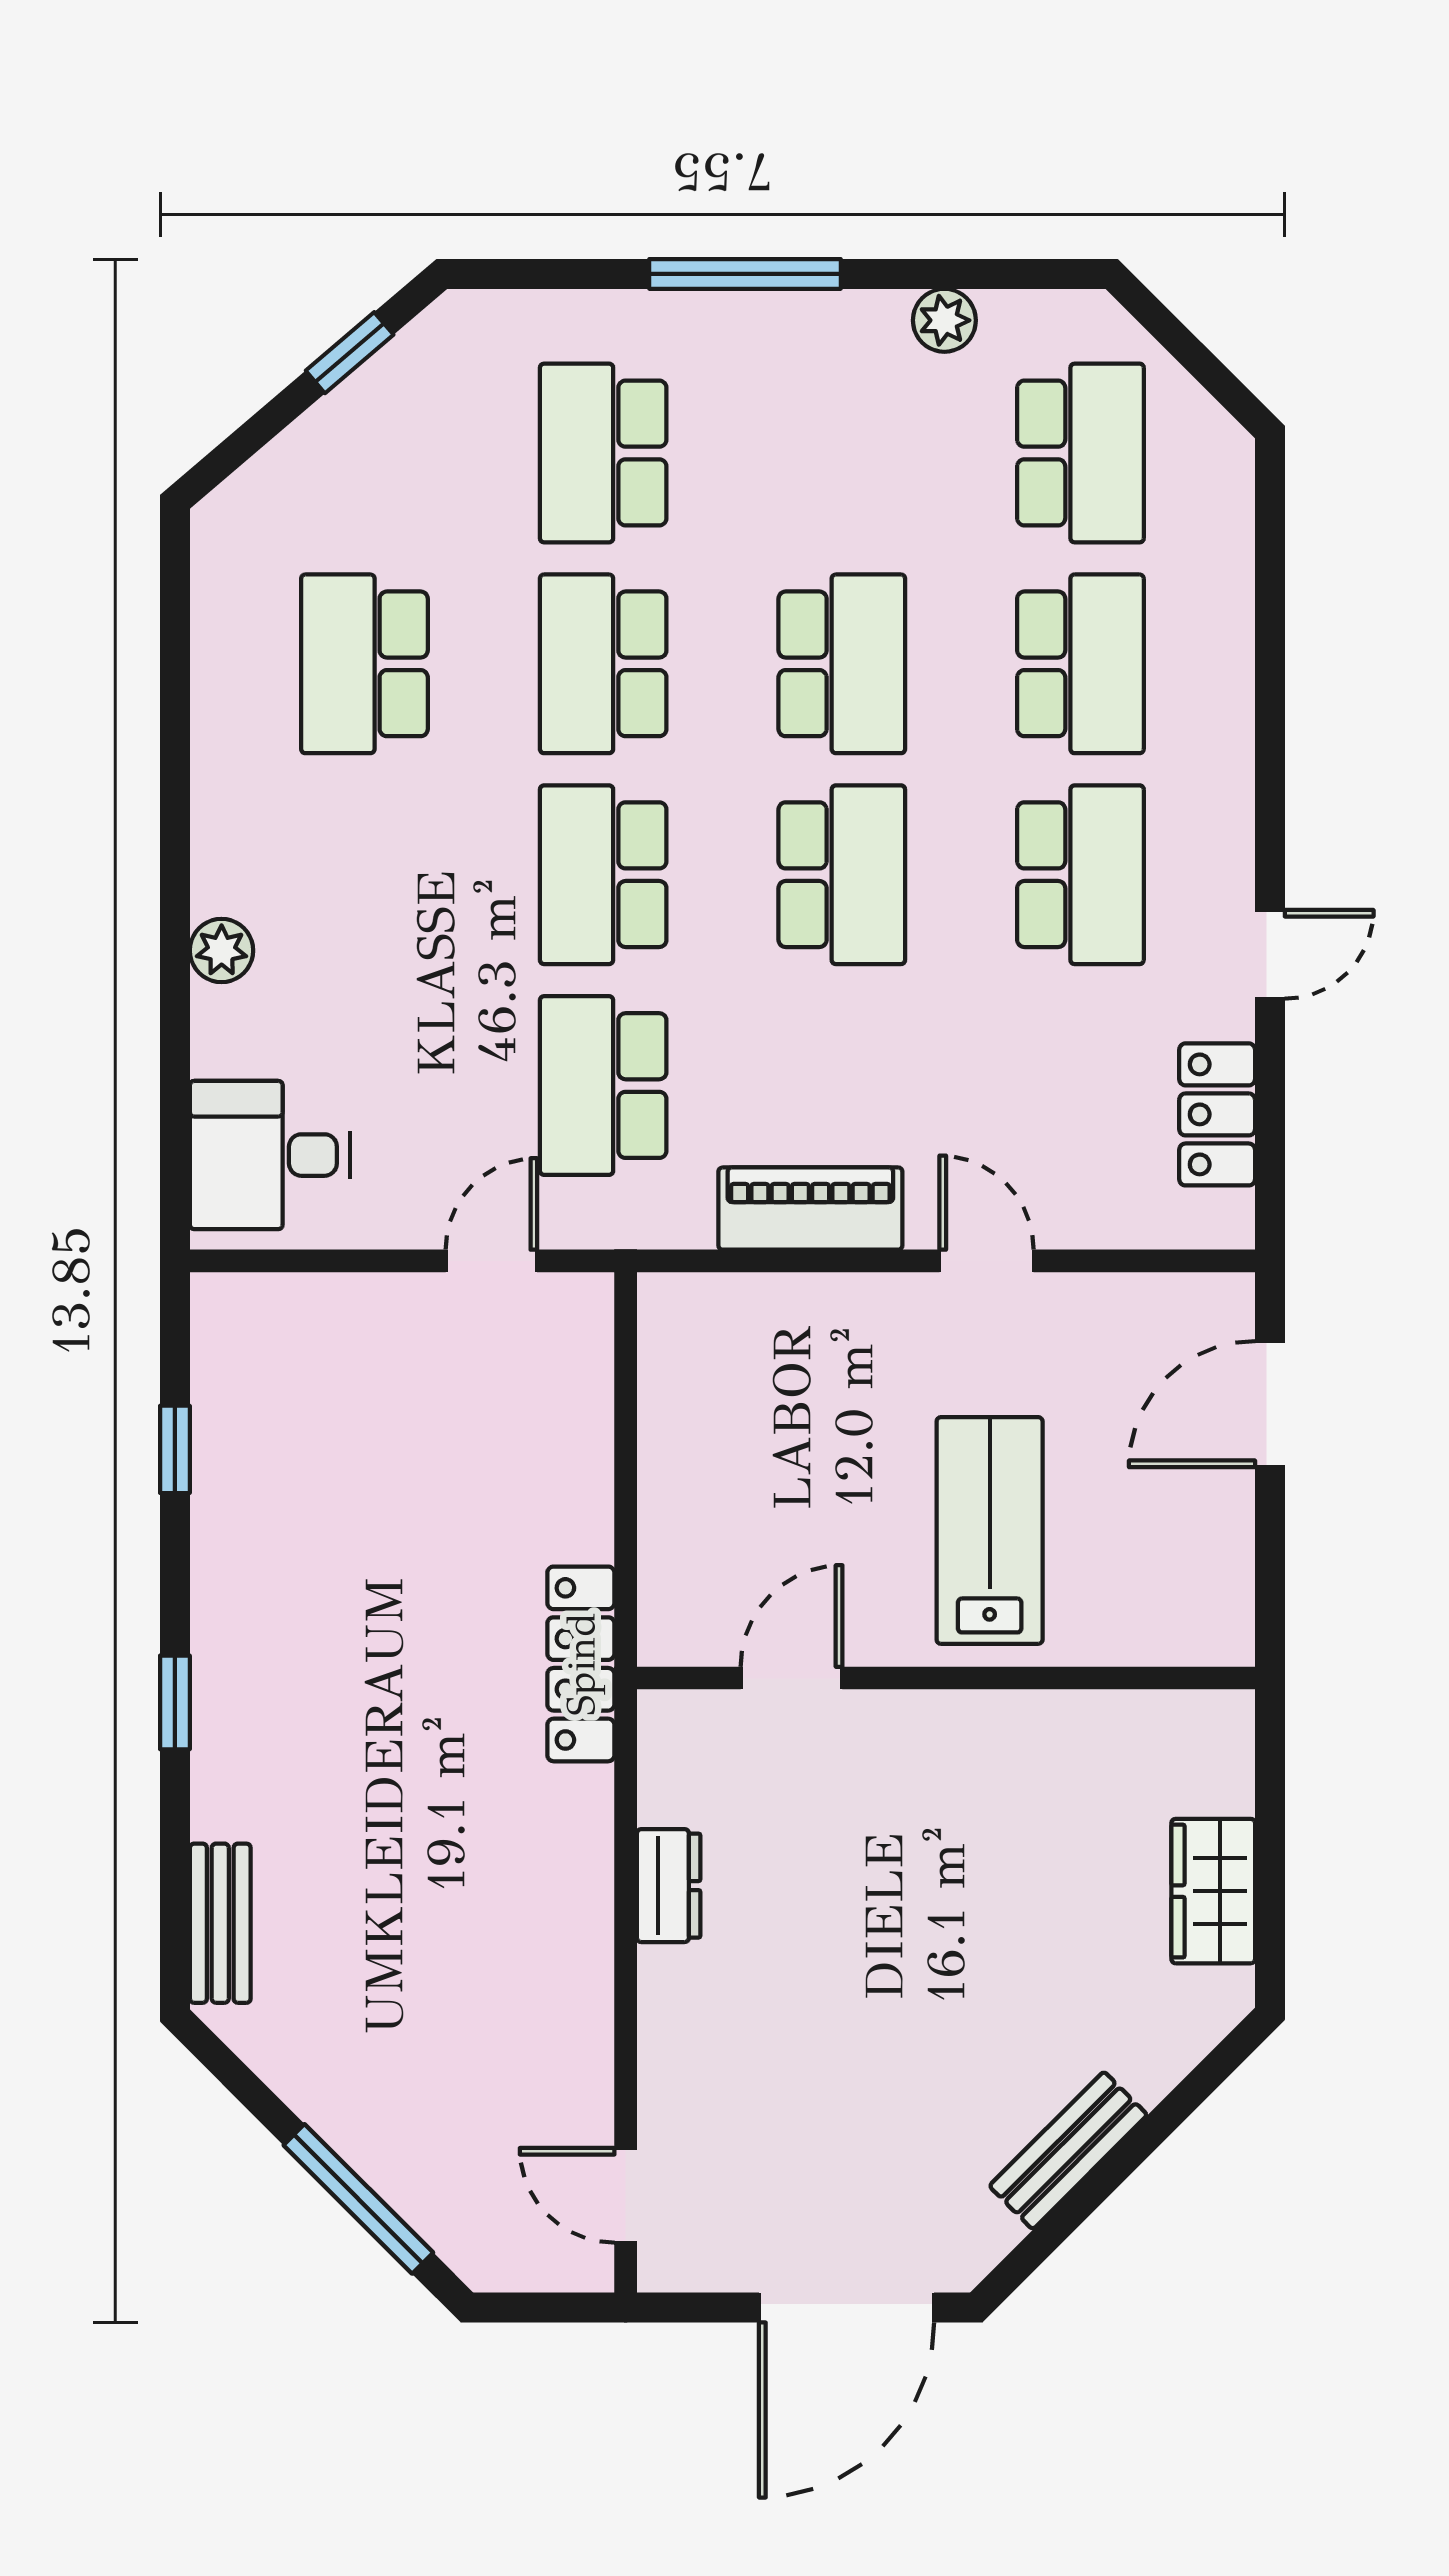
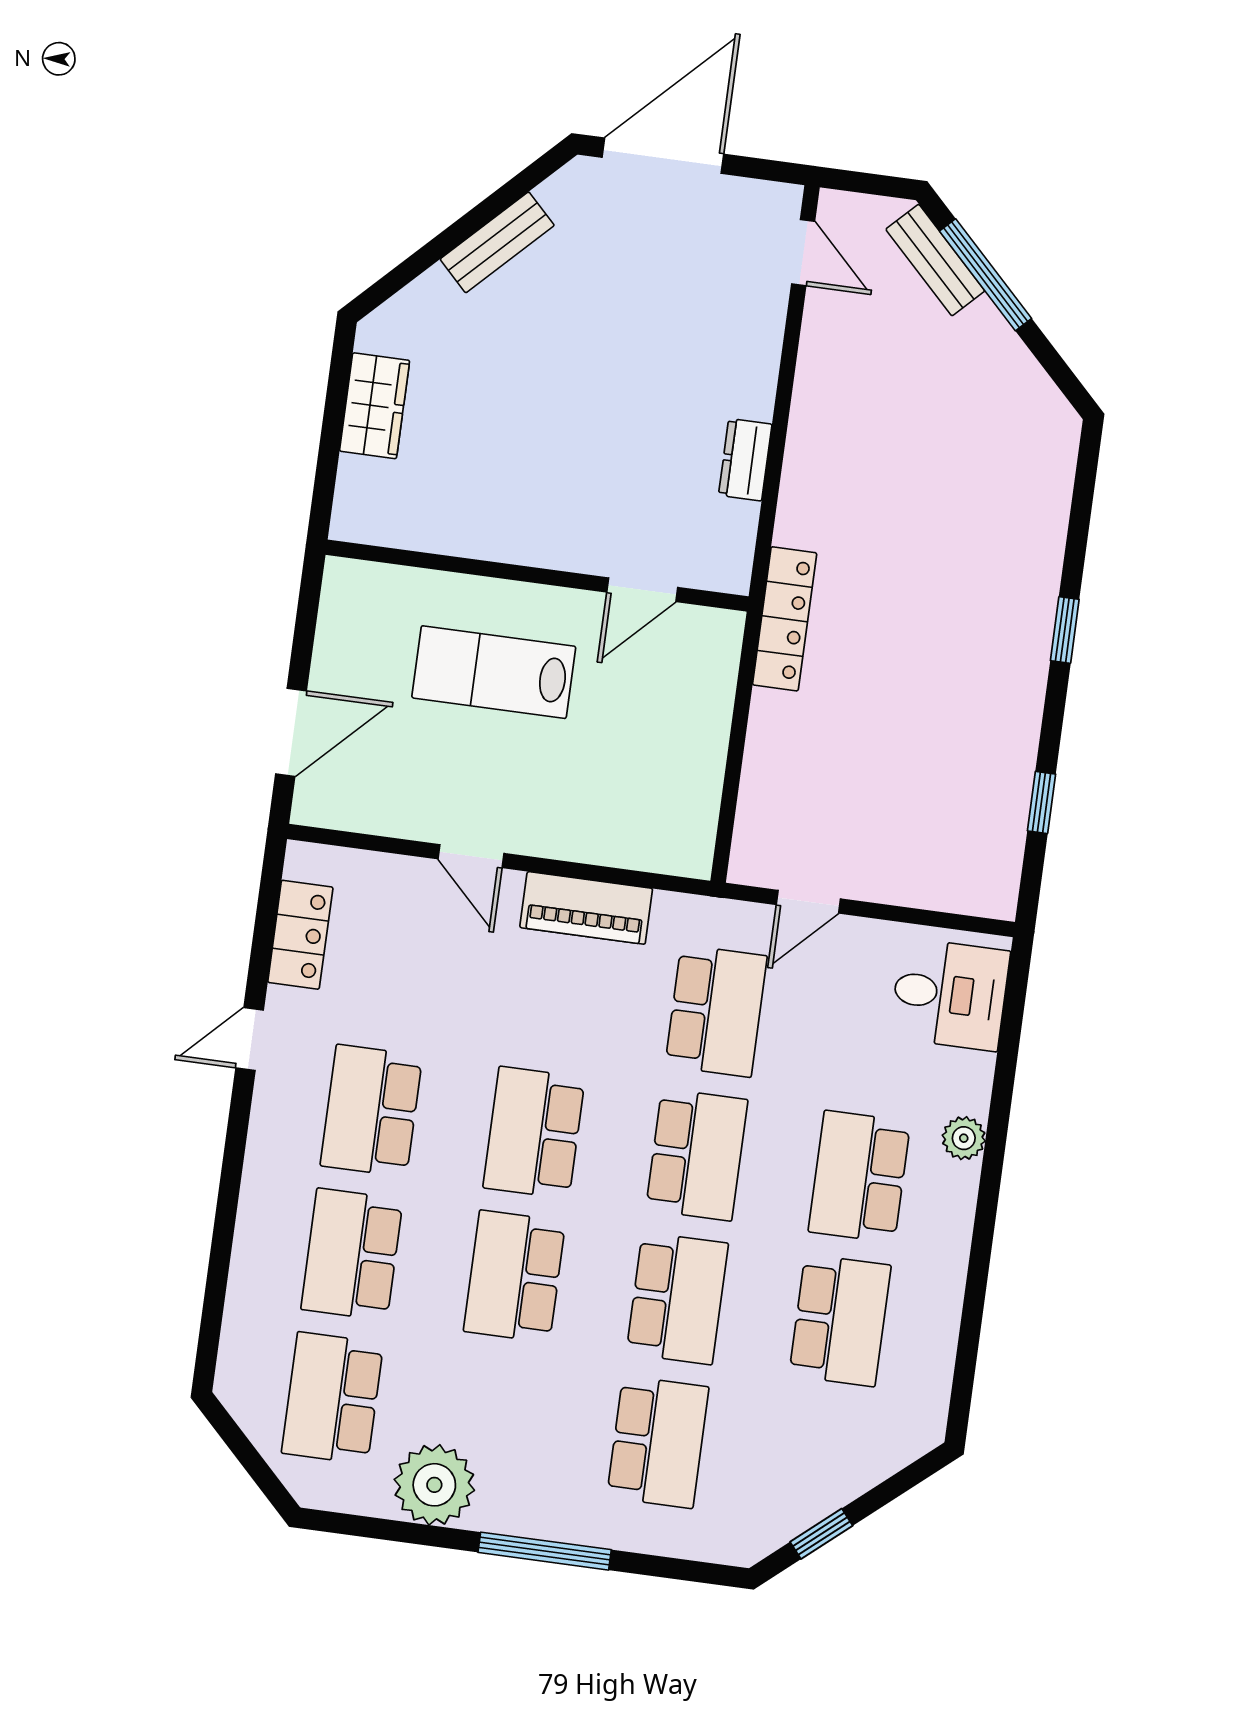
plant: (944, 320) -> (434, 1485), width x1.87, depth x1.87
school desk: (364, 875) -> (859, 1177), added
lab bench: (990, 1530) -> (494, 672), turned 90
bench: (220, 1923) -> (935, 260), moved, turned -45

